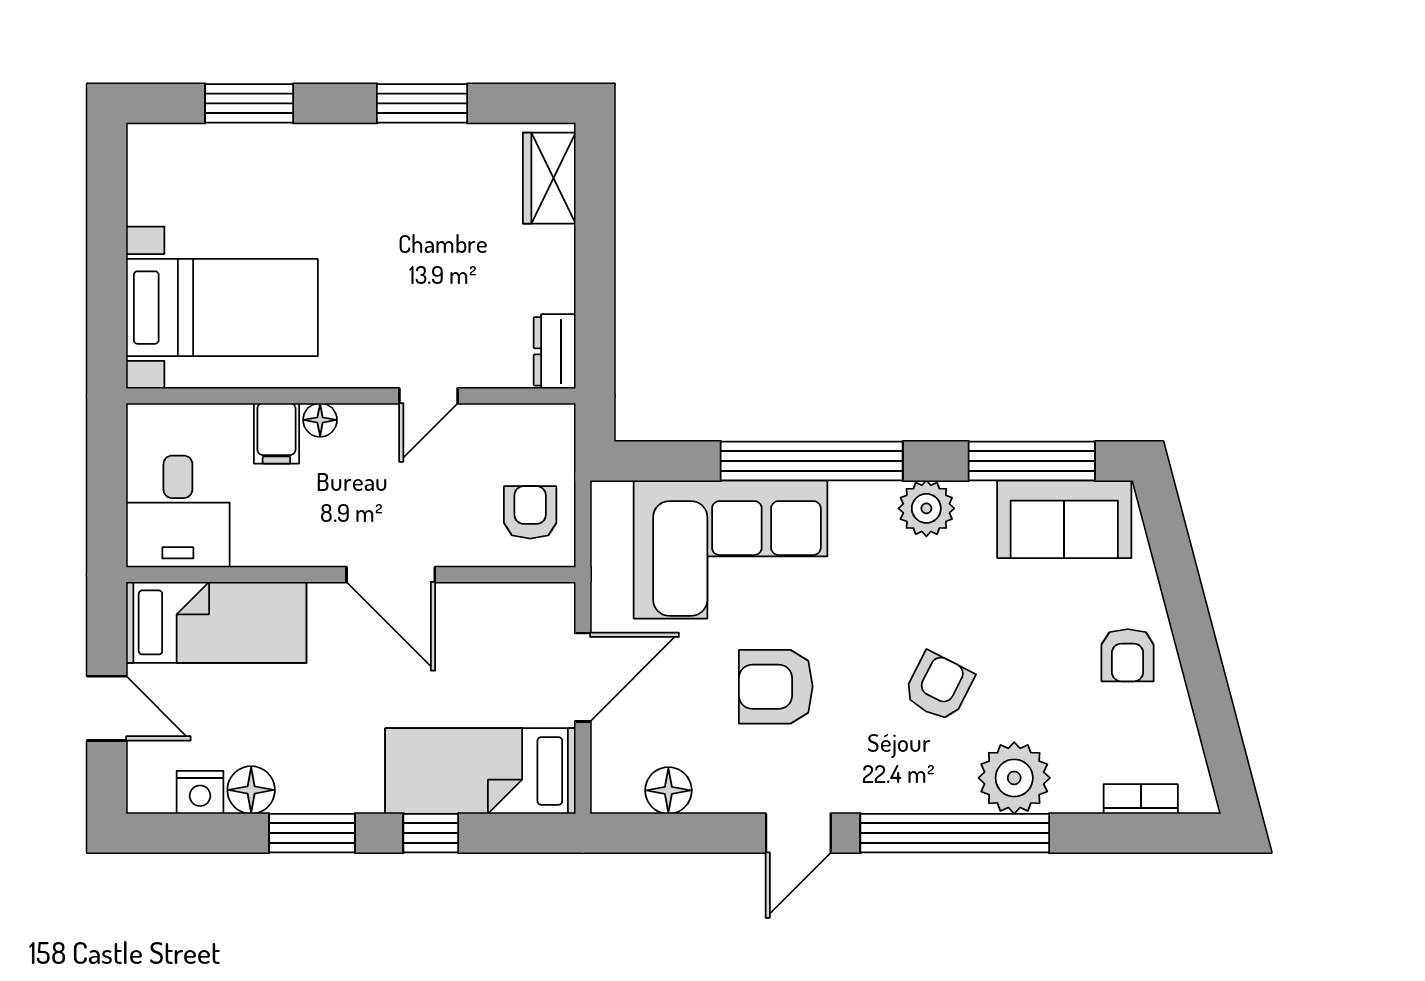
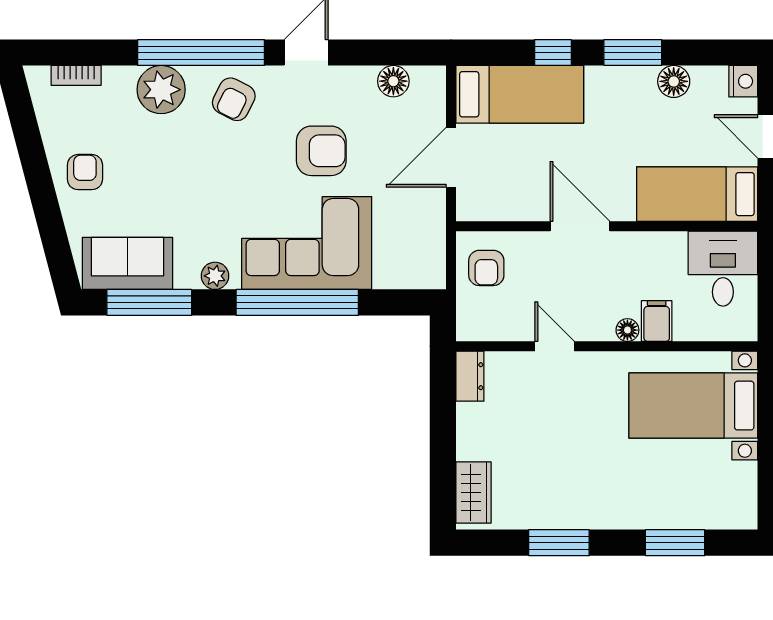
door: (428, 396) -> (555, 346), hinge flipped
plant: (926, 508) -> (215, 276), width x0.73, depth x0.73
corner sofa: (731, 549) -> (307, 243), moved
armchair: (939, 687) -> (234, 99), moved
nightstand: (200, 792) -> (743, 81), moved, turned 90

